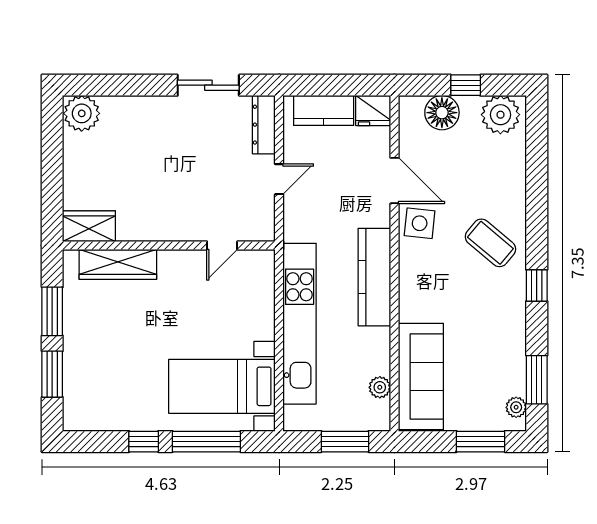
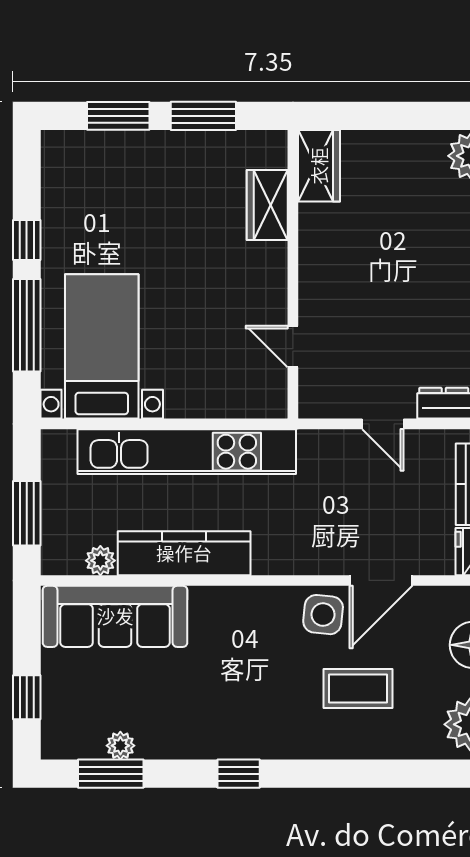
coffee table: (490, 243) -> (358, 689), moved, turned 50
wardrobe: (118, 264) -> (267, 205), width x0.67
kitchen counter: (374, 277) -> (184, 553), moved
plant: (516, 407) -> (120, 746), moved
window: (481, 442) -> (27, 697), width x0.67

